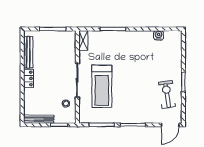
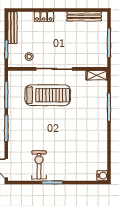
water cooler: (159, 35) -> (102, 176), moved
locker: (29, 78) -> (44, 17), moved
treadmill: (102, 86) -> (48, 95), turned 180
exercise bike: (167, 94) -> (39, 165), turned -82

